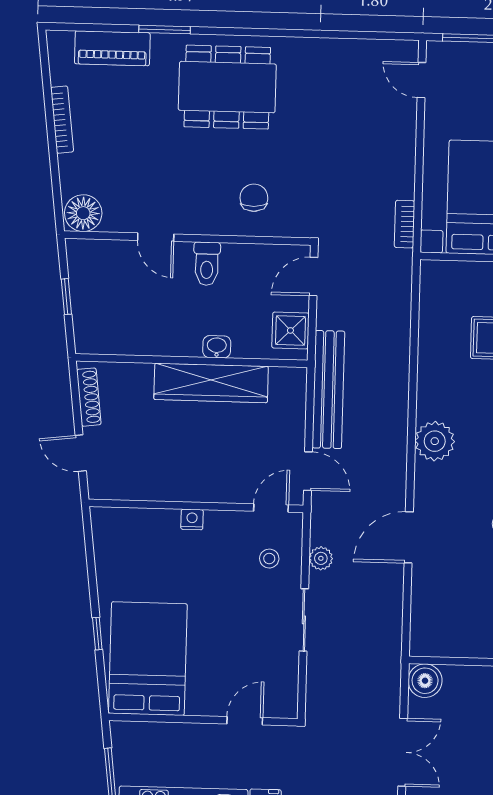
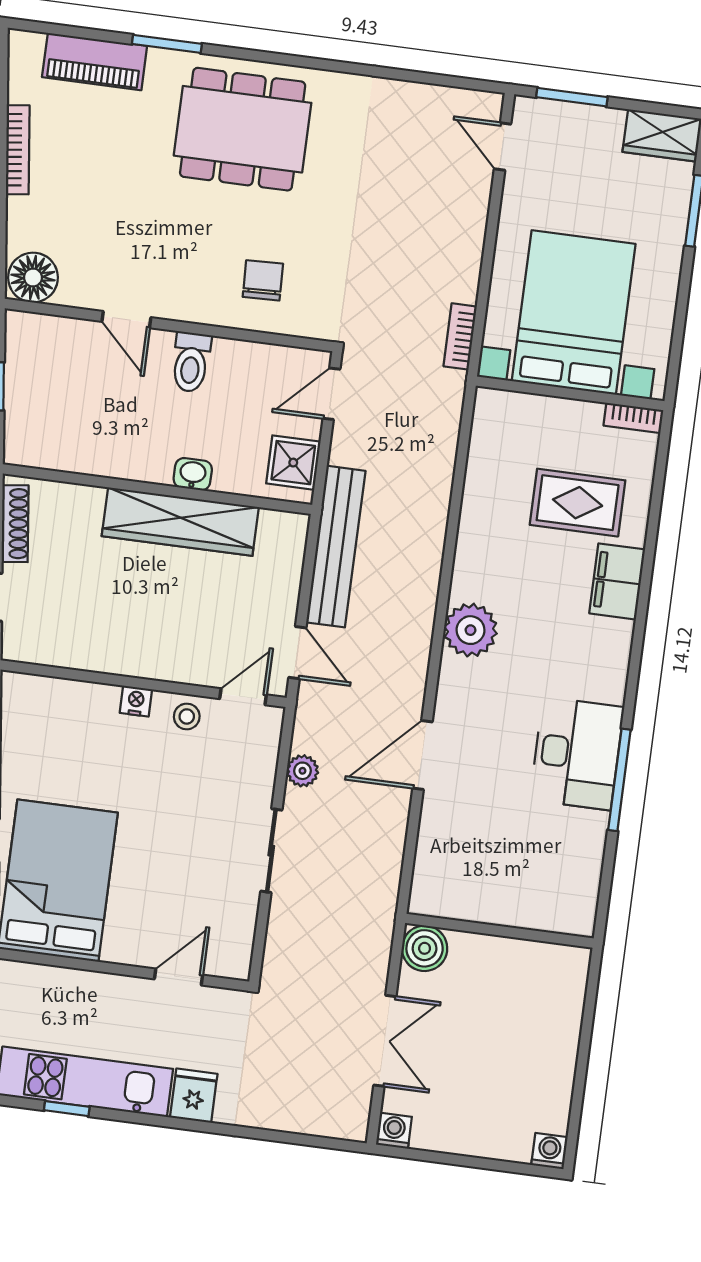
stool: (269, 559) -> (187, 716), moved

